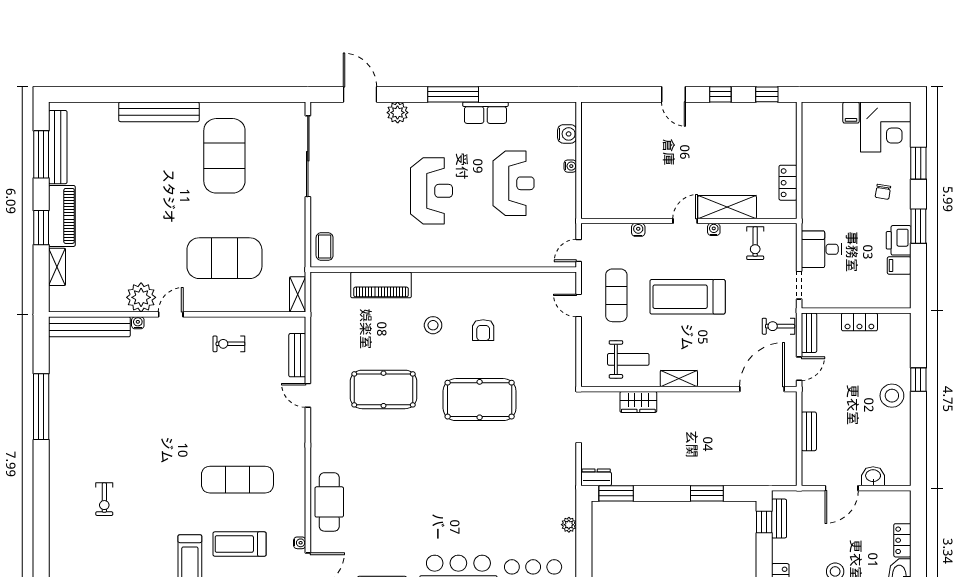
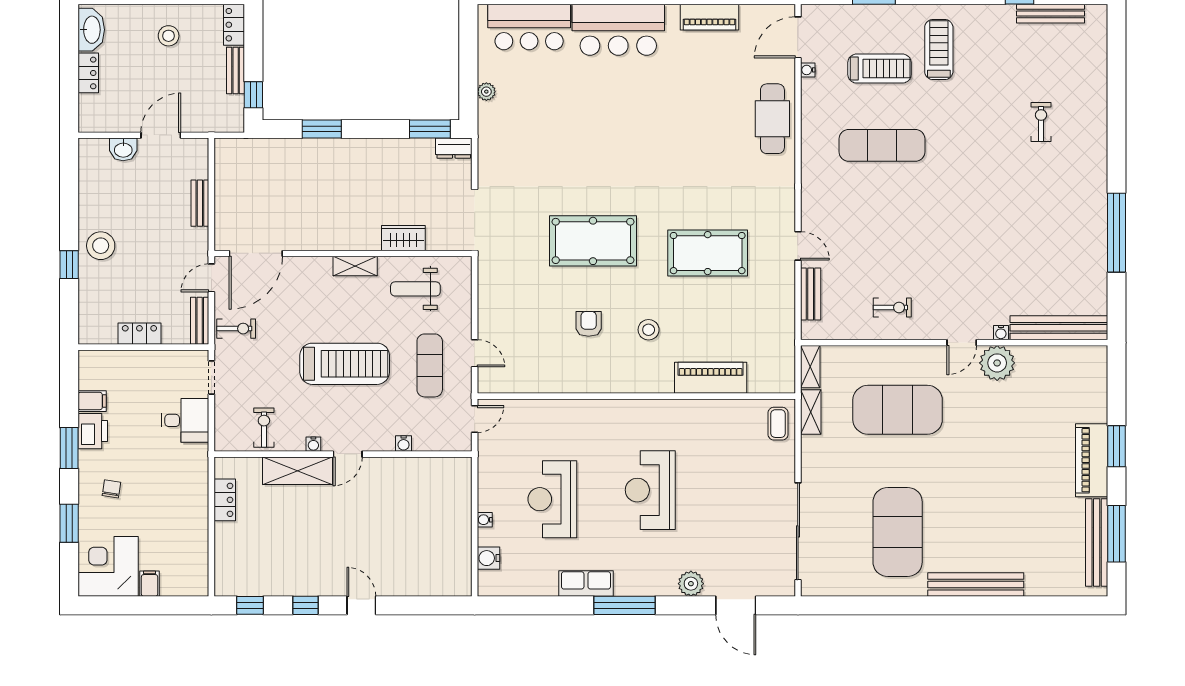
shelving: (57, 267) -> (811, 412), moved
bench: (779, 518) -> (236, 70), moved

